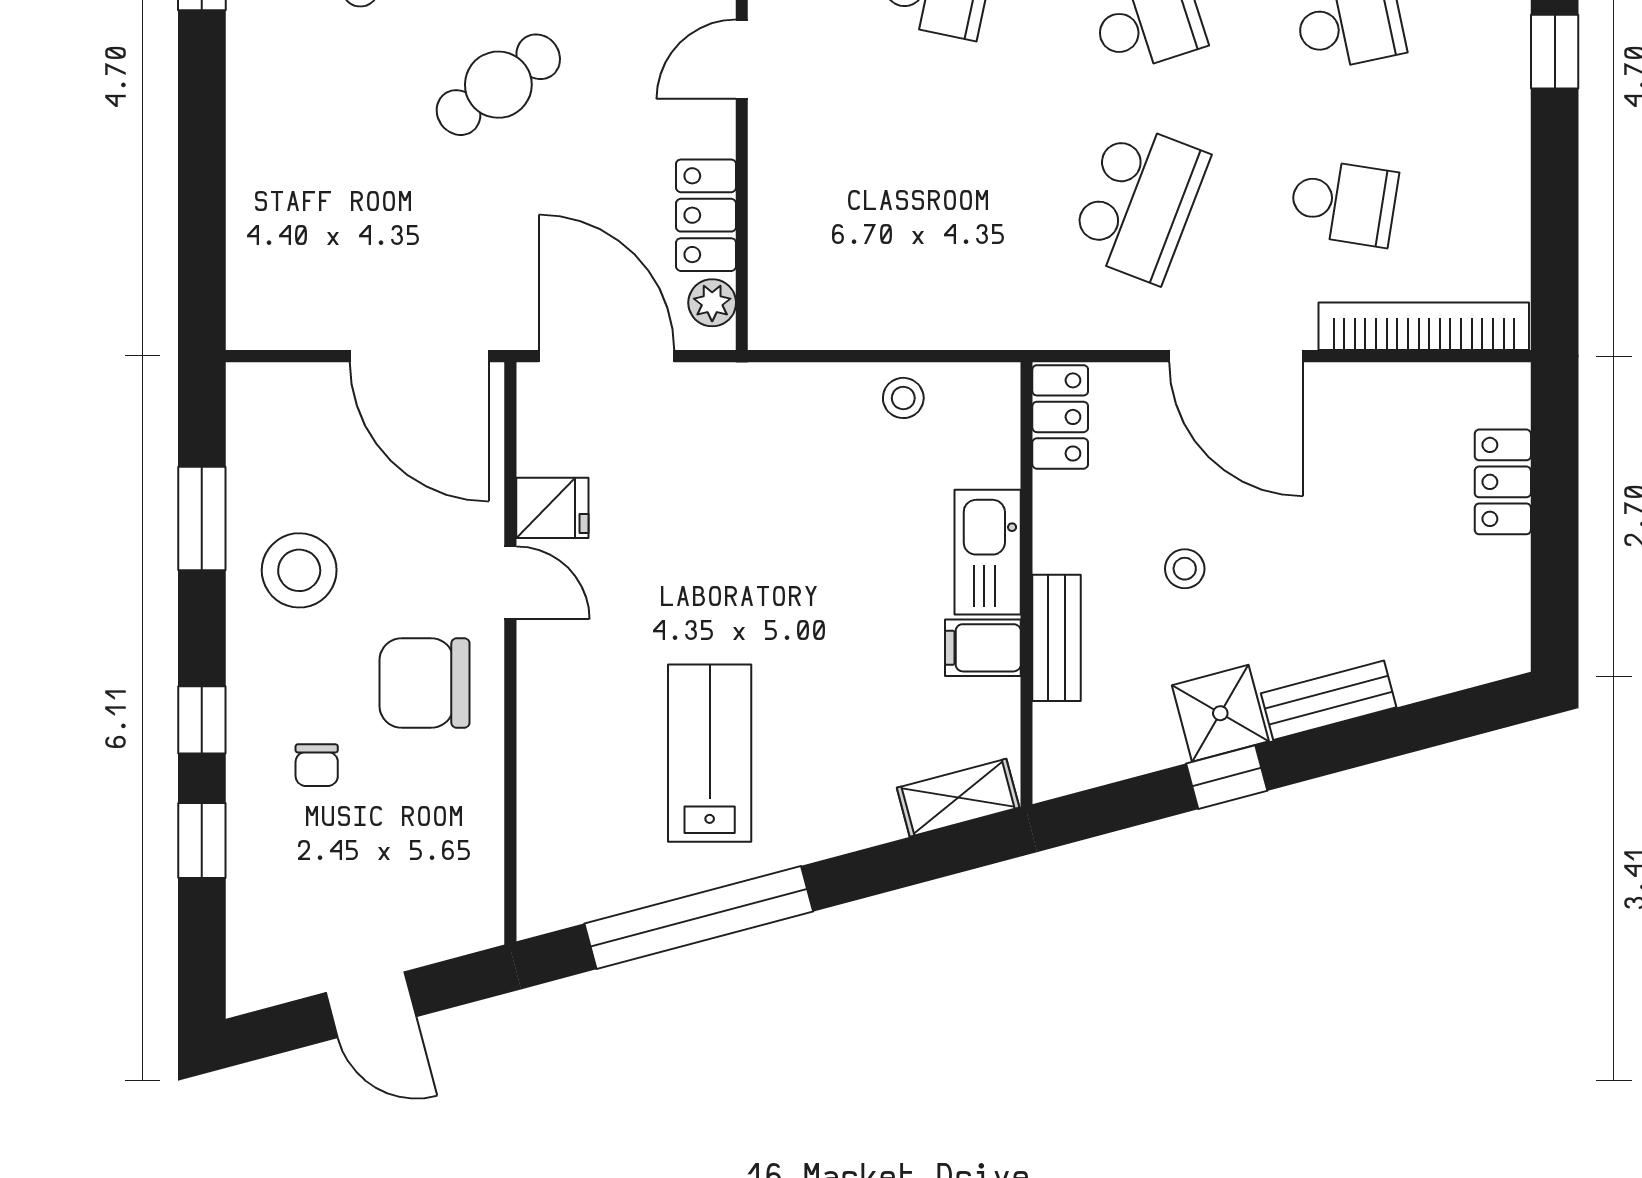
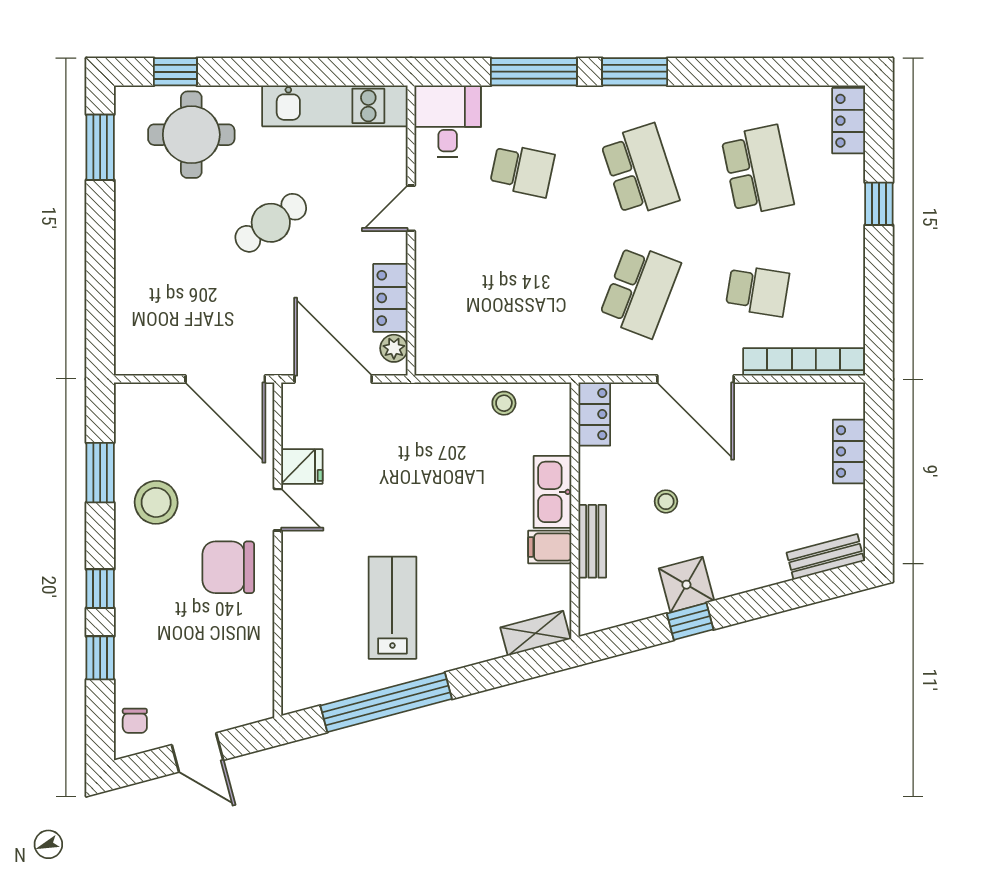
bench: (1329, 700) -> (825, 557), moved
chair: (317, 765) -> (135, 721), moved

